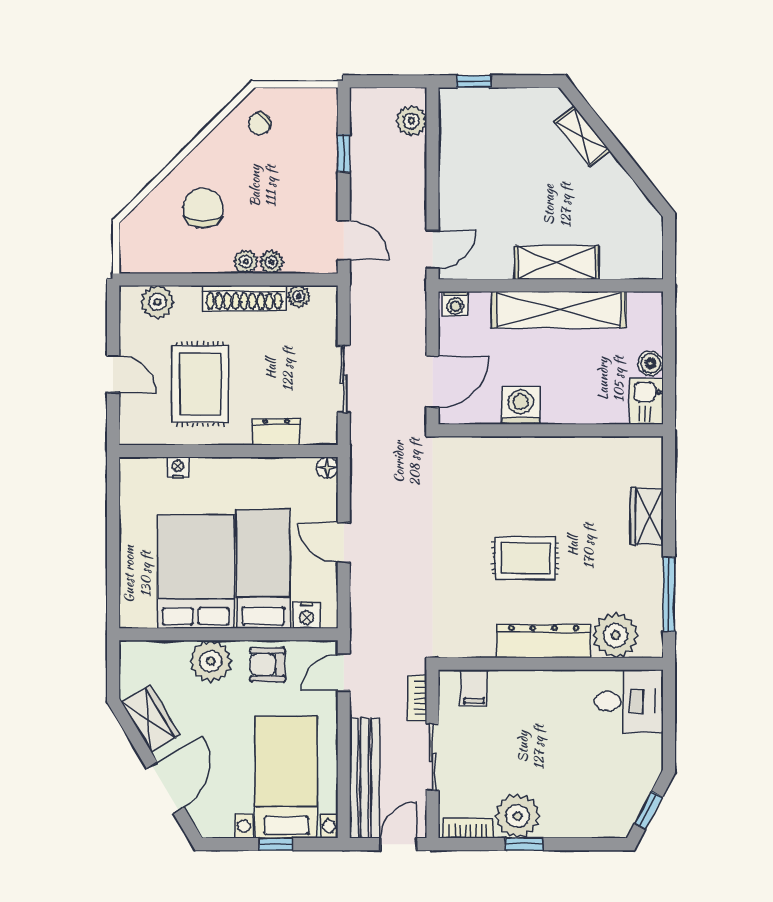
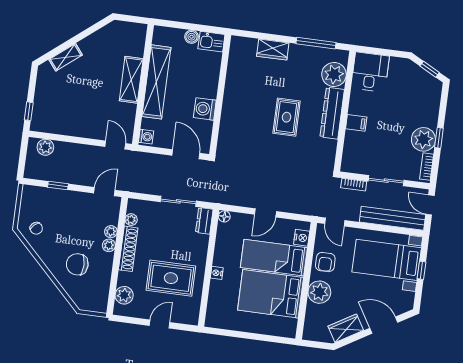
dresser: (276, 432) -> (204, 221), moved
nightstand: (178, 467) -> (217, 273), moved
filing cabinet: (474, 688) -> (356, 123), moved

